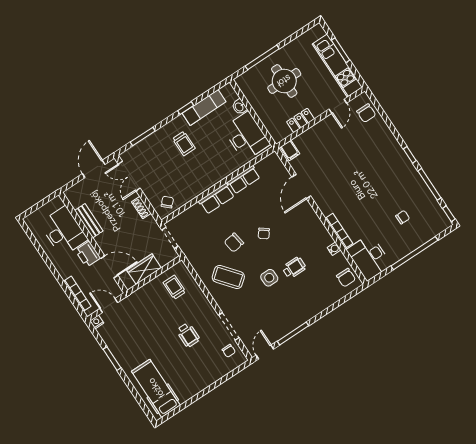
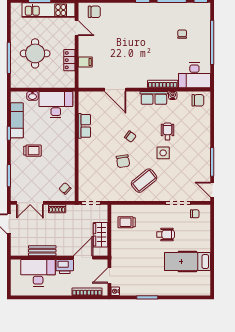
filing cabinet: (290, 150) -> (85, 62), moved
row of seats: (217, 199) -> (154, 98), moved, turned 90
hospital bed: (156, 388) -> (187, 262), moved

